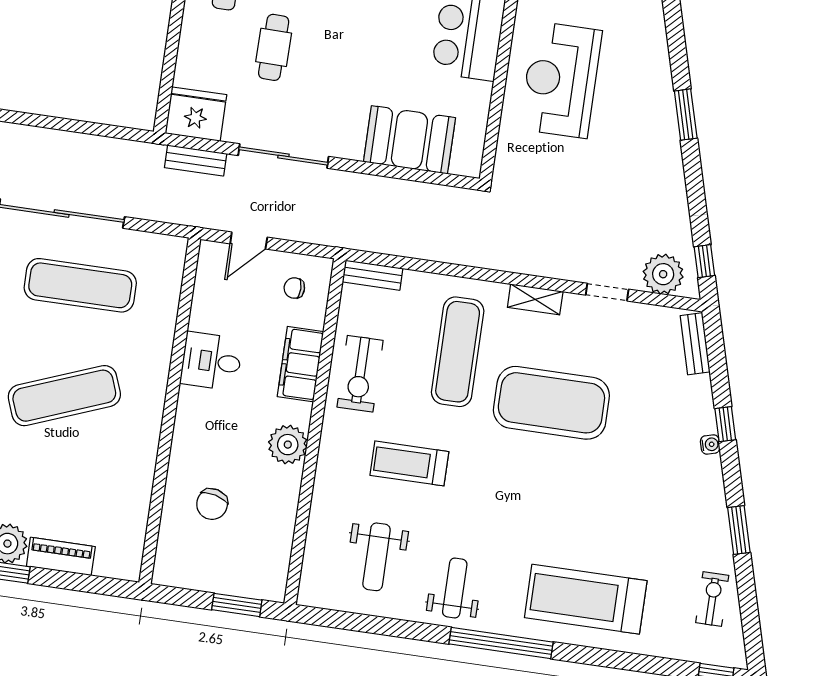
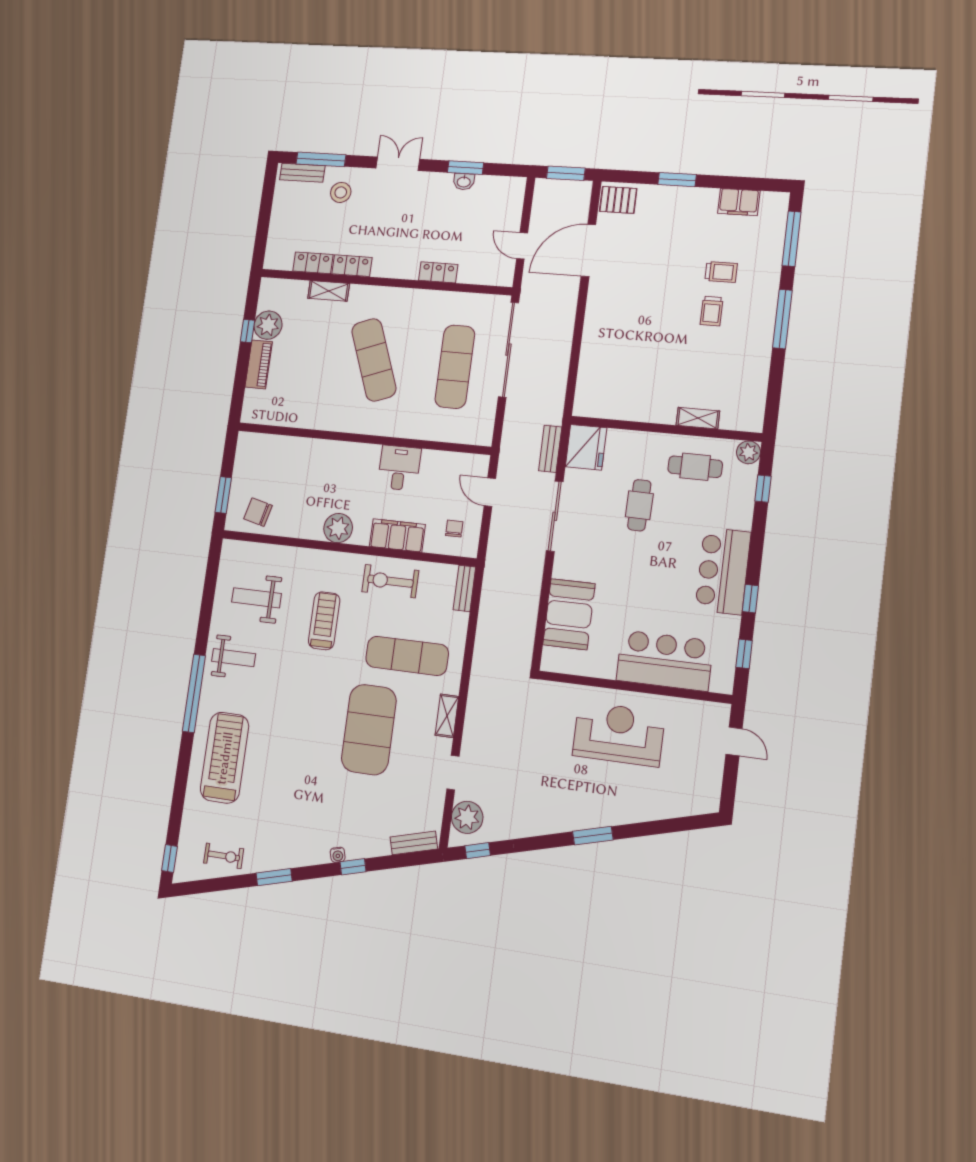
cafe table: (274, 47) -> (639, 505), turned 90
chair: (212, 504) -> (258, 512), moved

